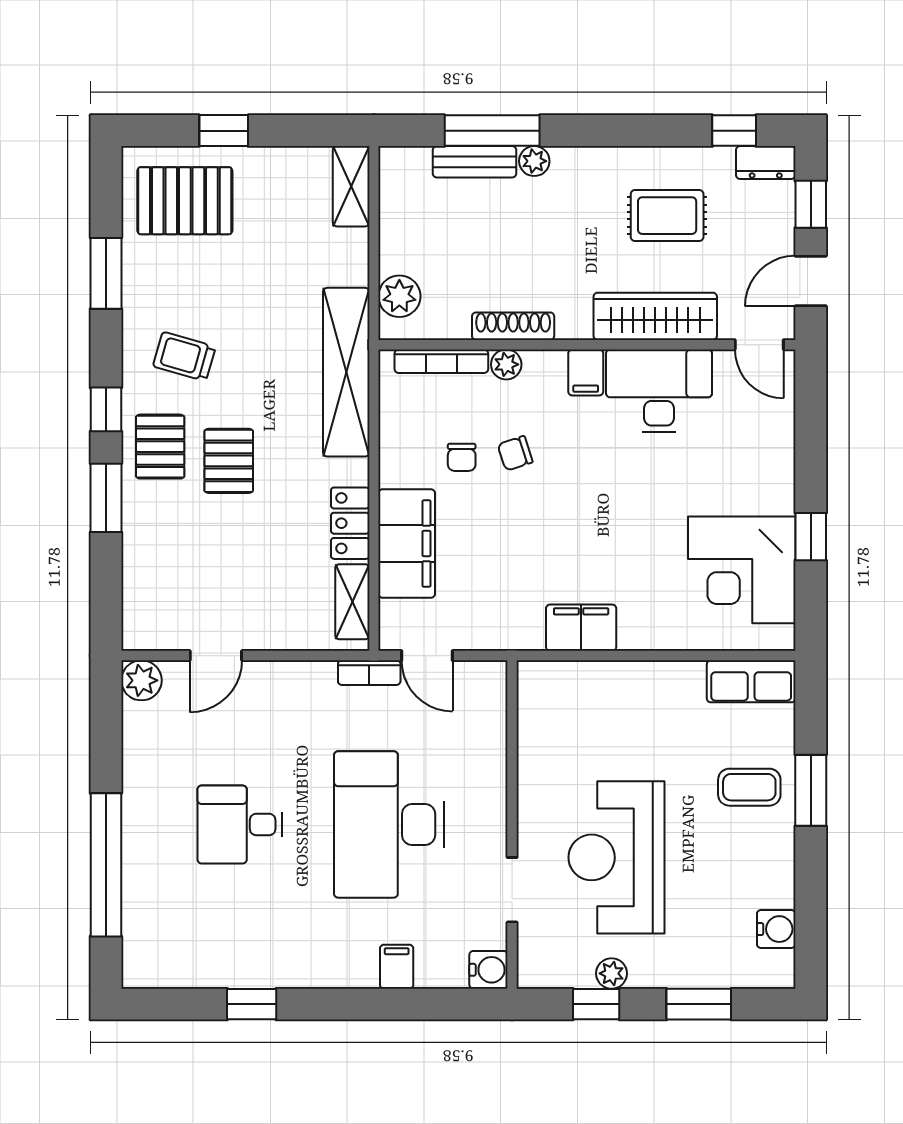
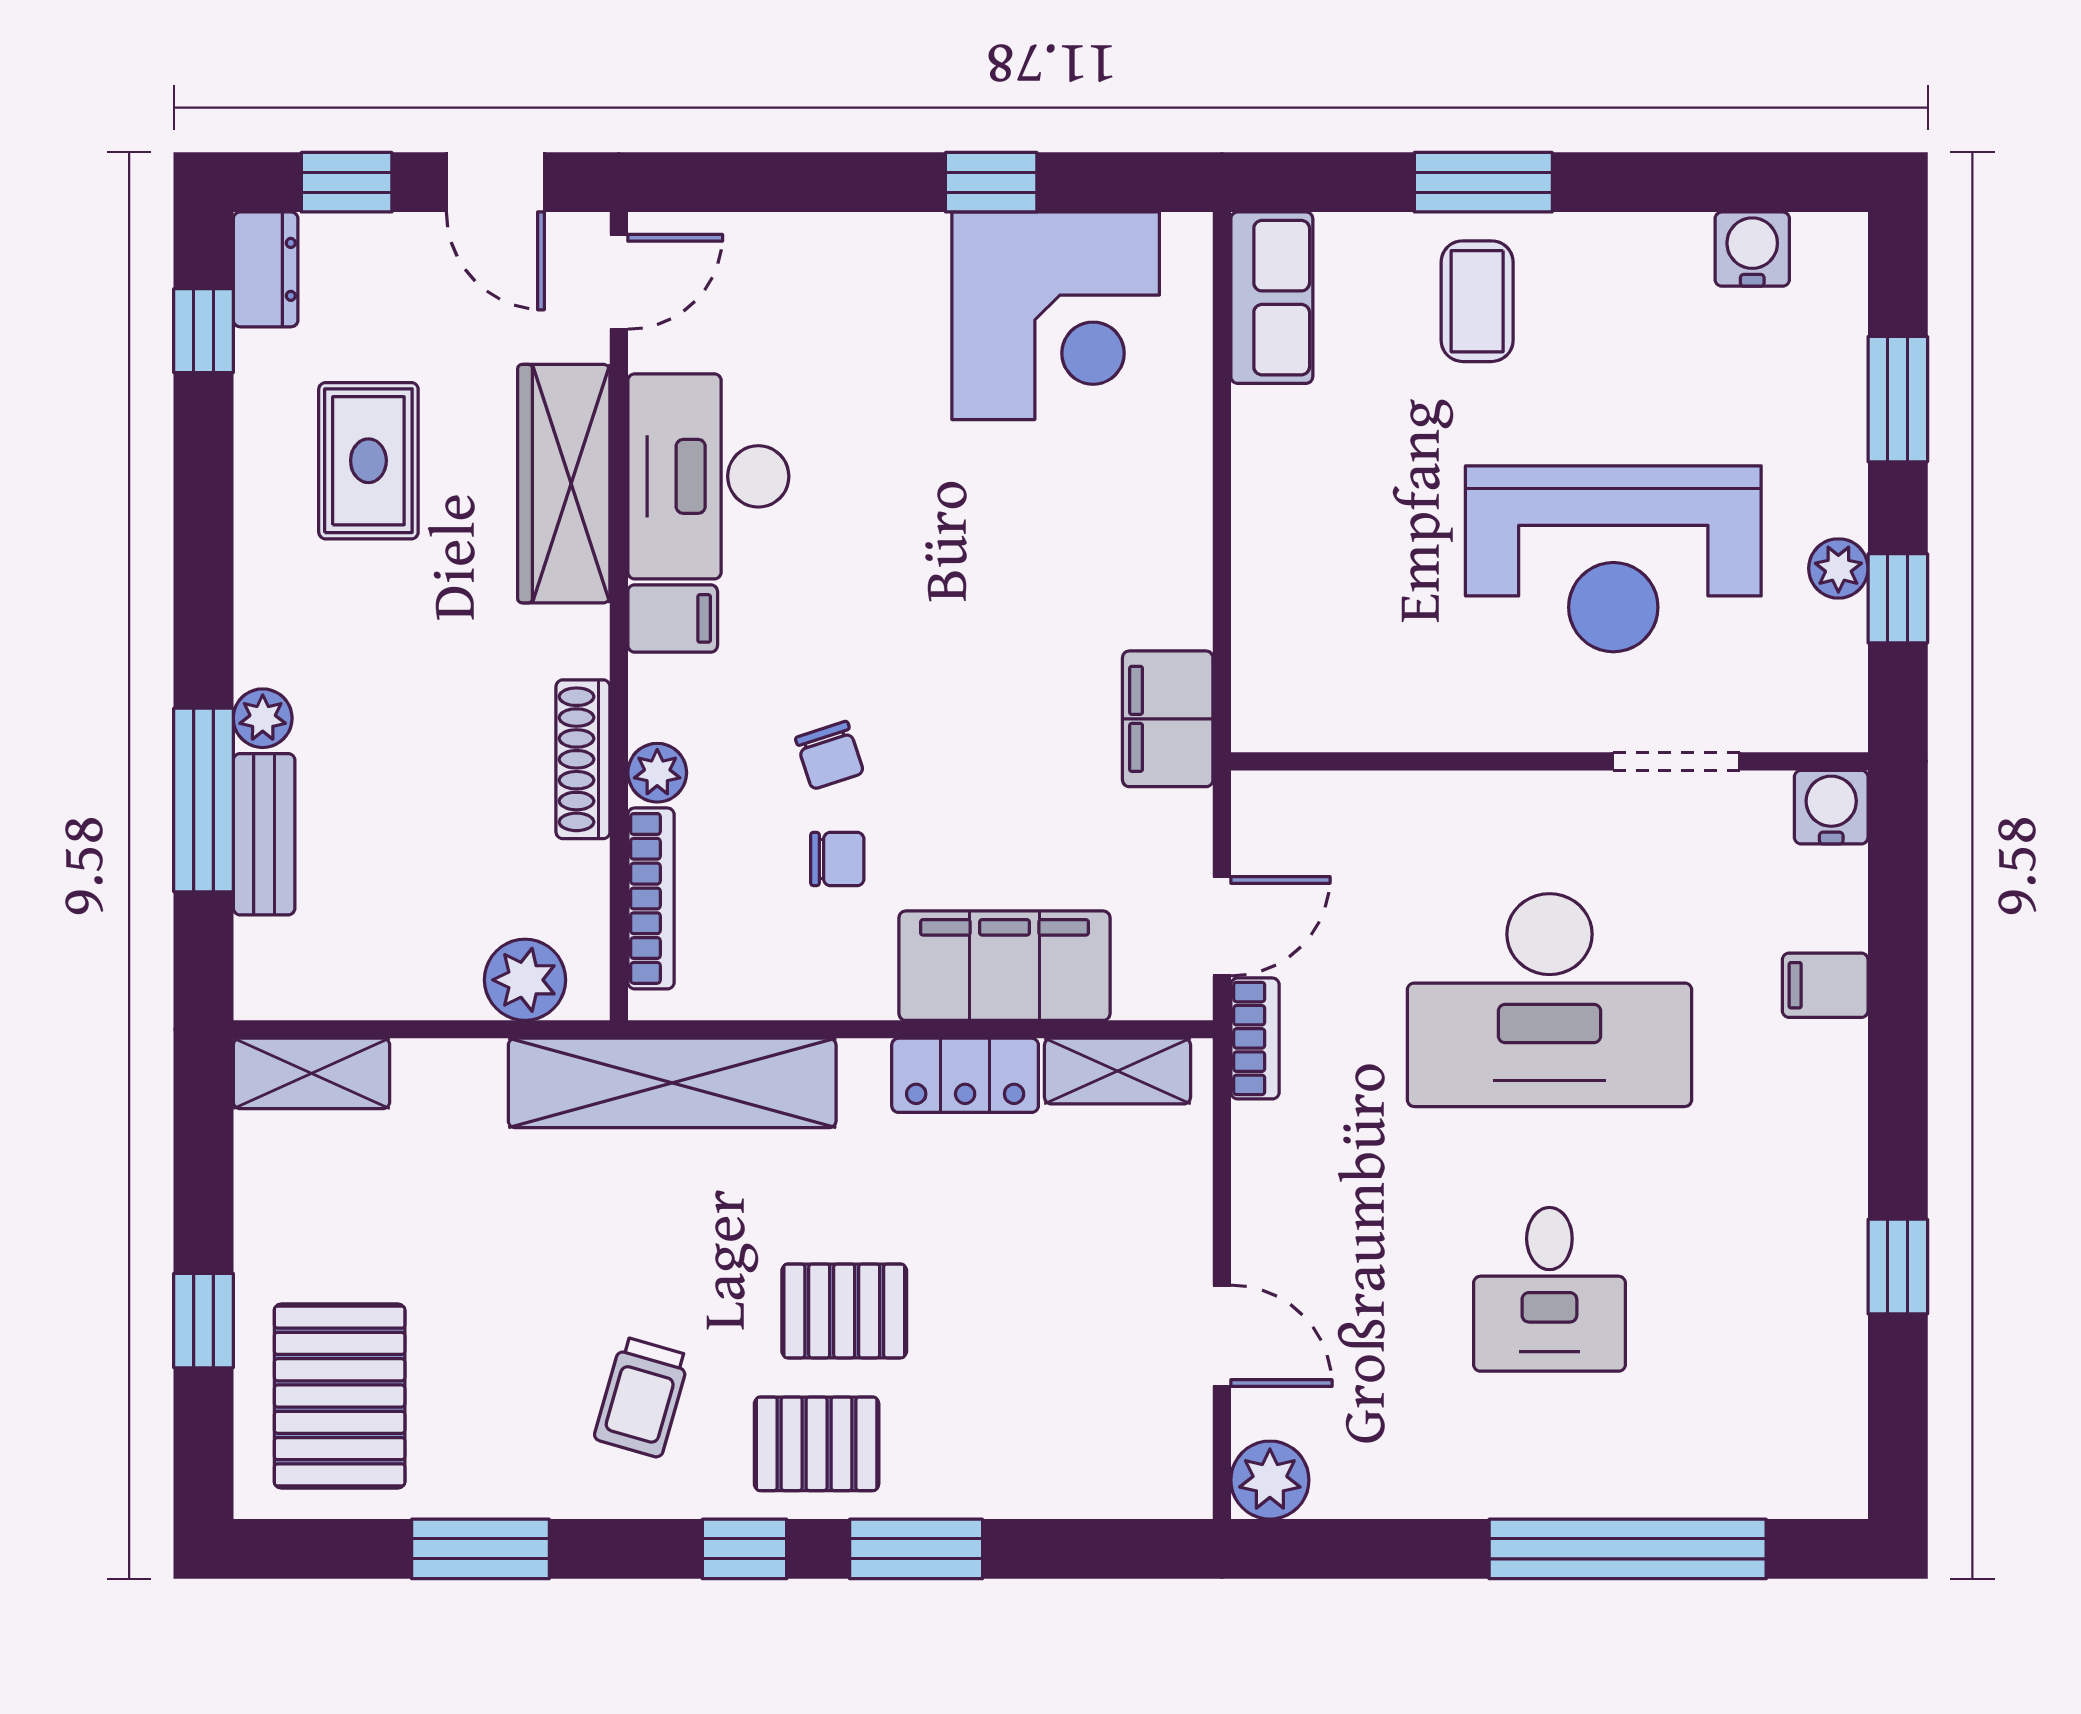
filing cabinet: (581, 628) -> (1168, 719), moved

